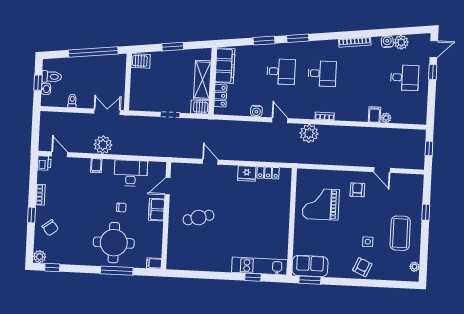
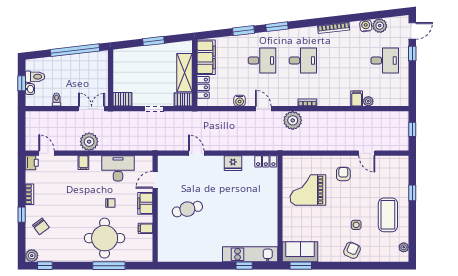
server rack: (141, 61) -> (122, 99), moved
locker: (268, 173) -> (266, 161), moved
filing cabinet: (154, 263) -> (146, 228), moved

